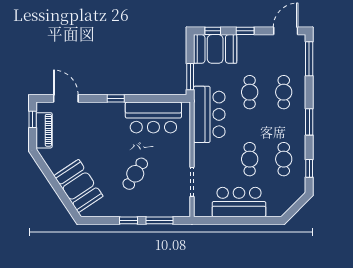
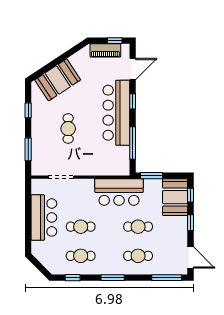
window: (116, 98) -> (133, 101), moved
window: (152, 98) -> (133, 143), added
bar counter: (153, 118) -> (116, 113), moved, width x1.36
cafe table: (135, 174) -> (68, 129), turned 58
window: (129, 220) -> (28, 110), moved

